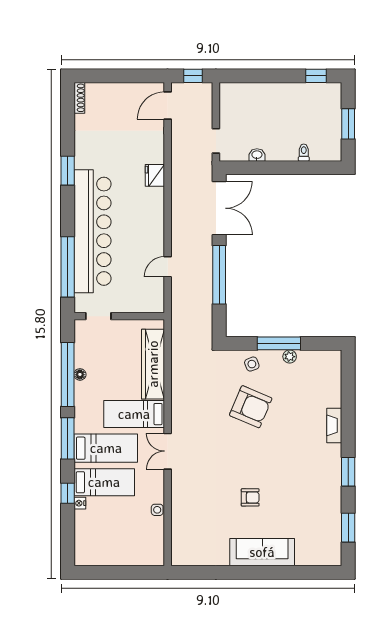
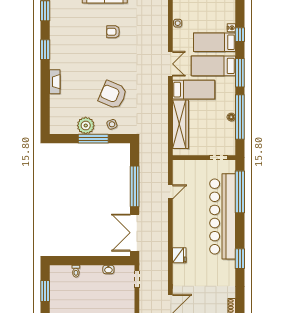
plant: (290, 357) -> (86, 126), width x1.87, depth x1.87

